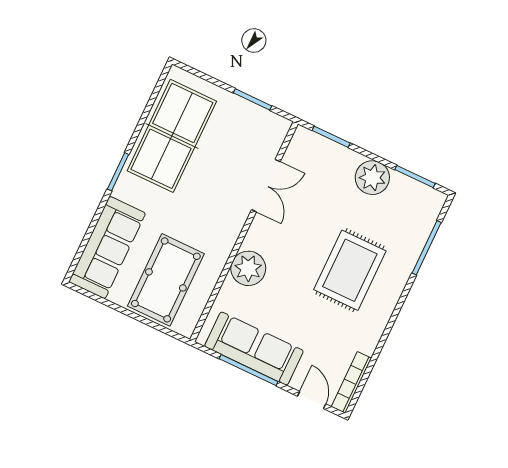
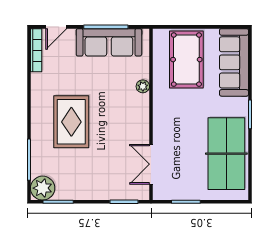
plant: (372, 178) -> (43, 188), moved
double door: (266, 186) -> (151, 164), moved
plant: (248, 268) -> (143, 86), width x0.53, depth x0.53
door: (312, 400) -> (56, 27), hinge flipped

